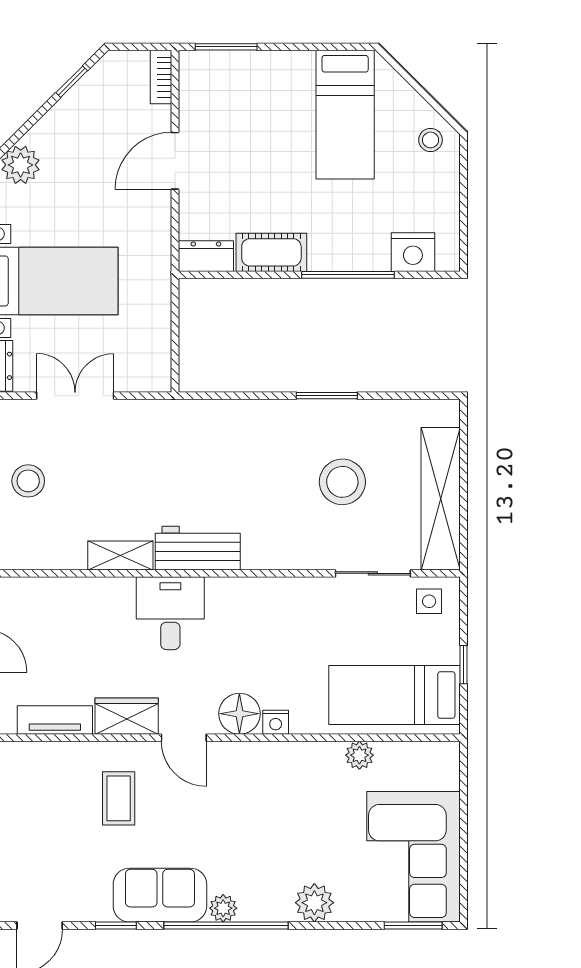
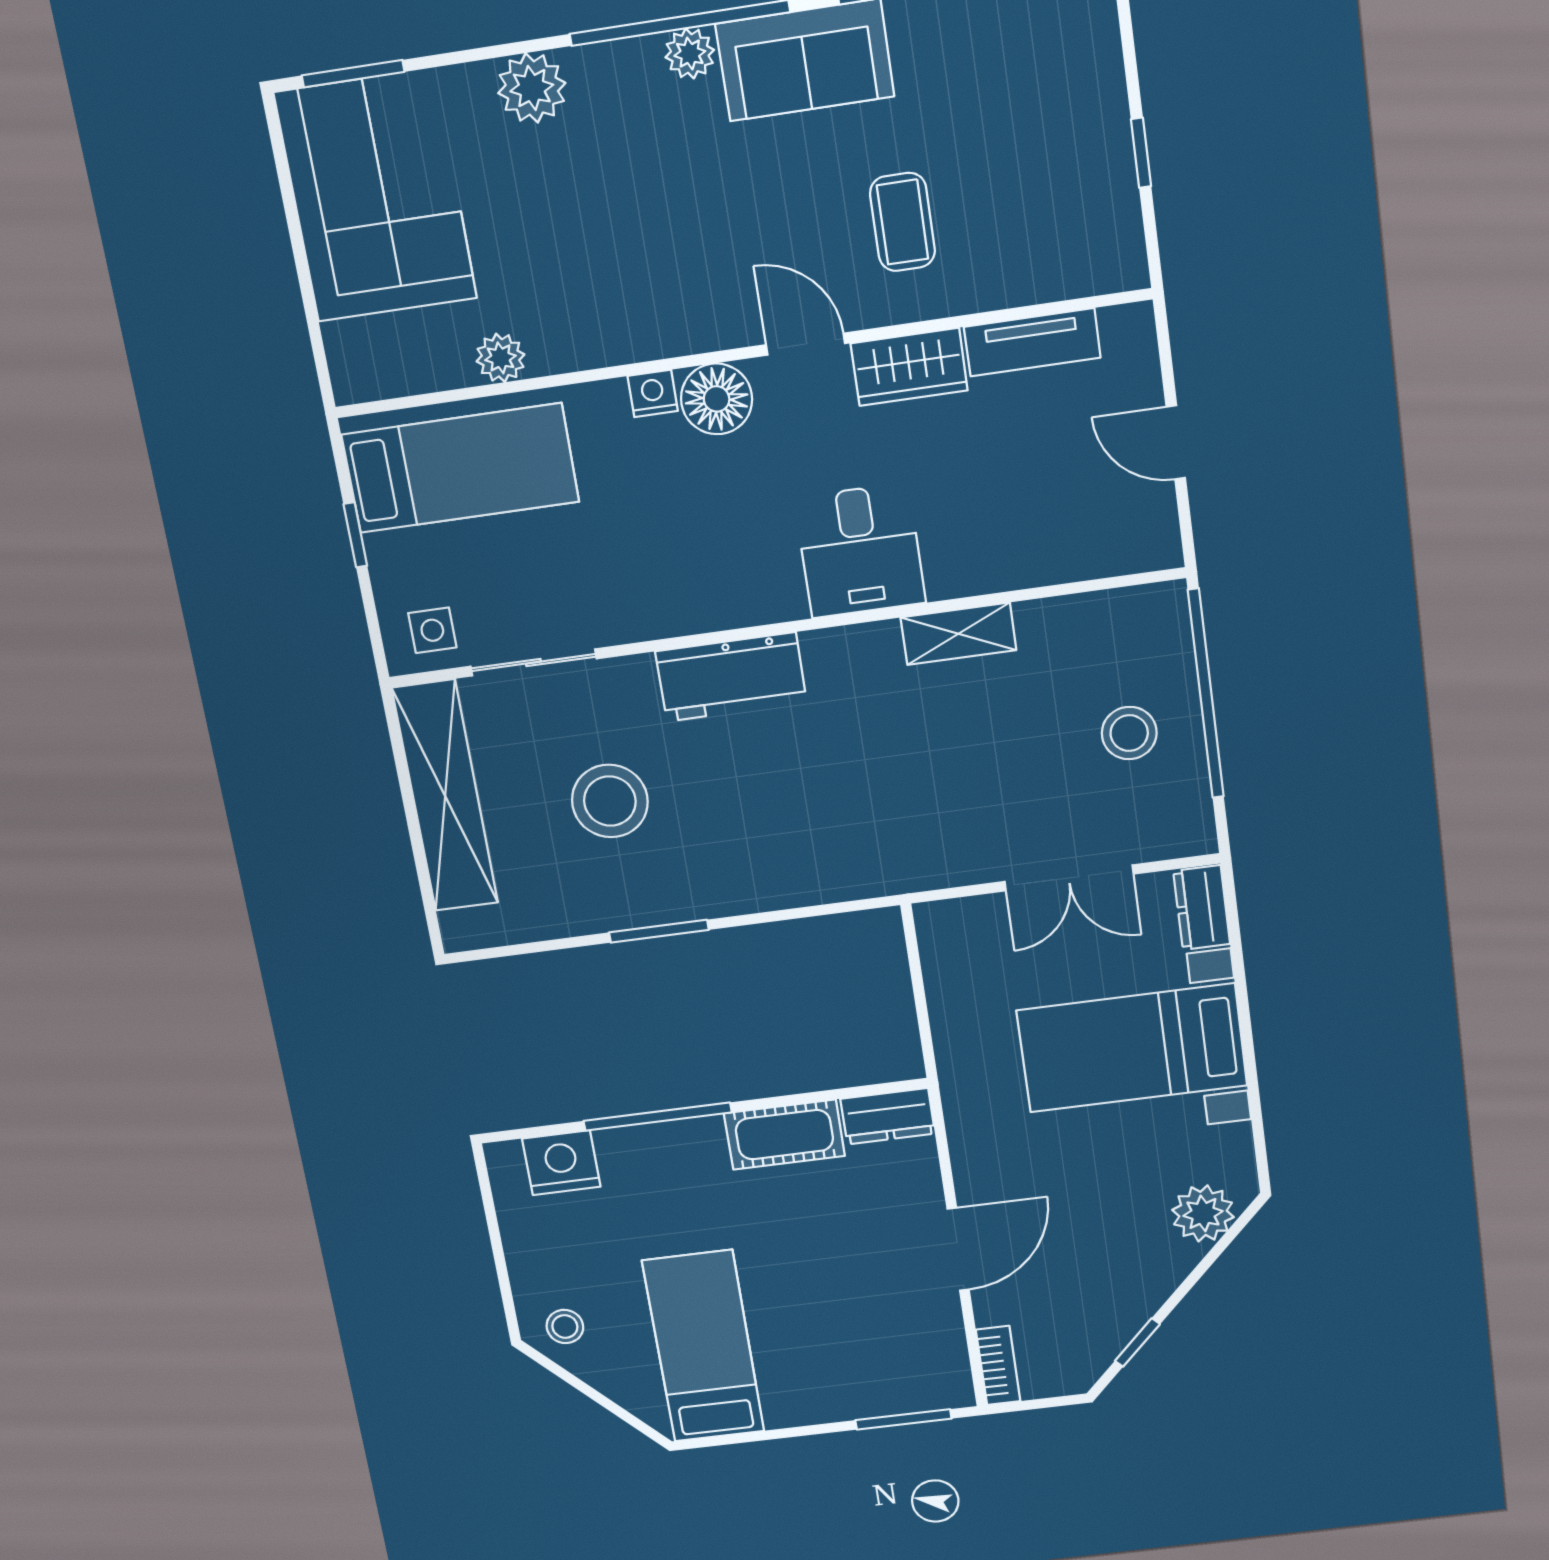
workbench: (198, 548) -> (731, 677), moved

